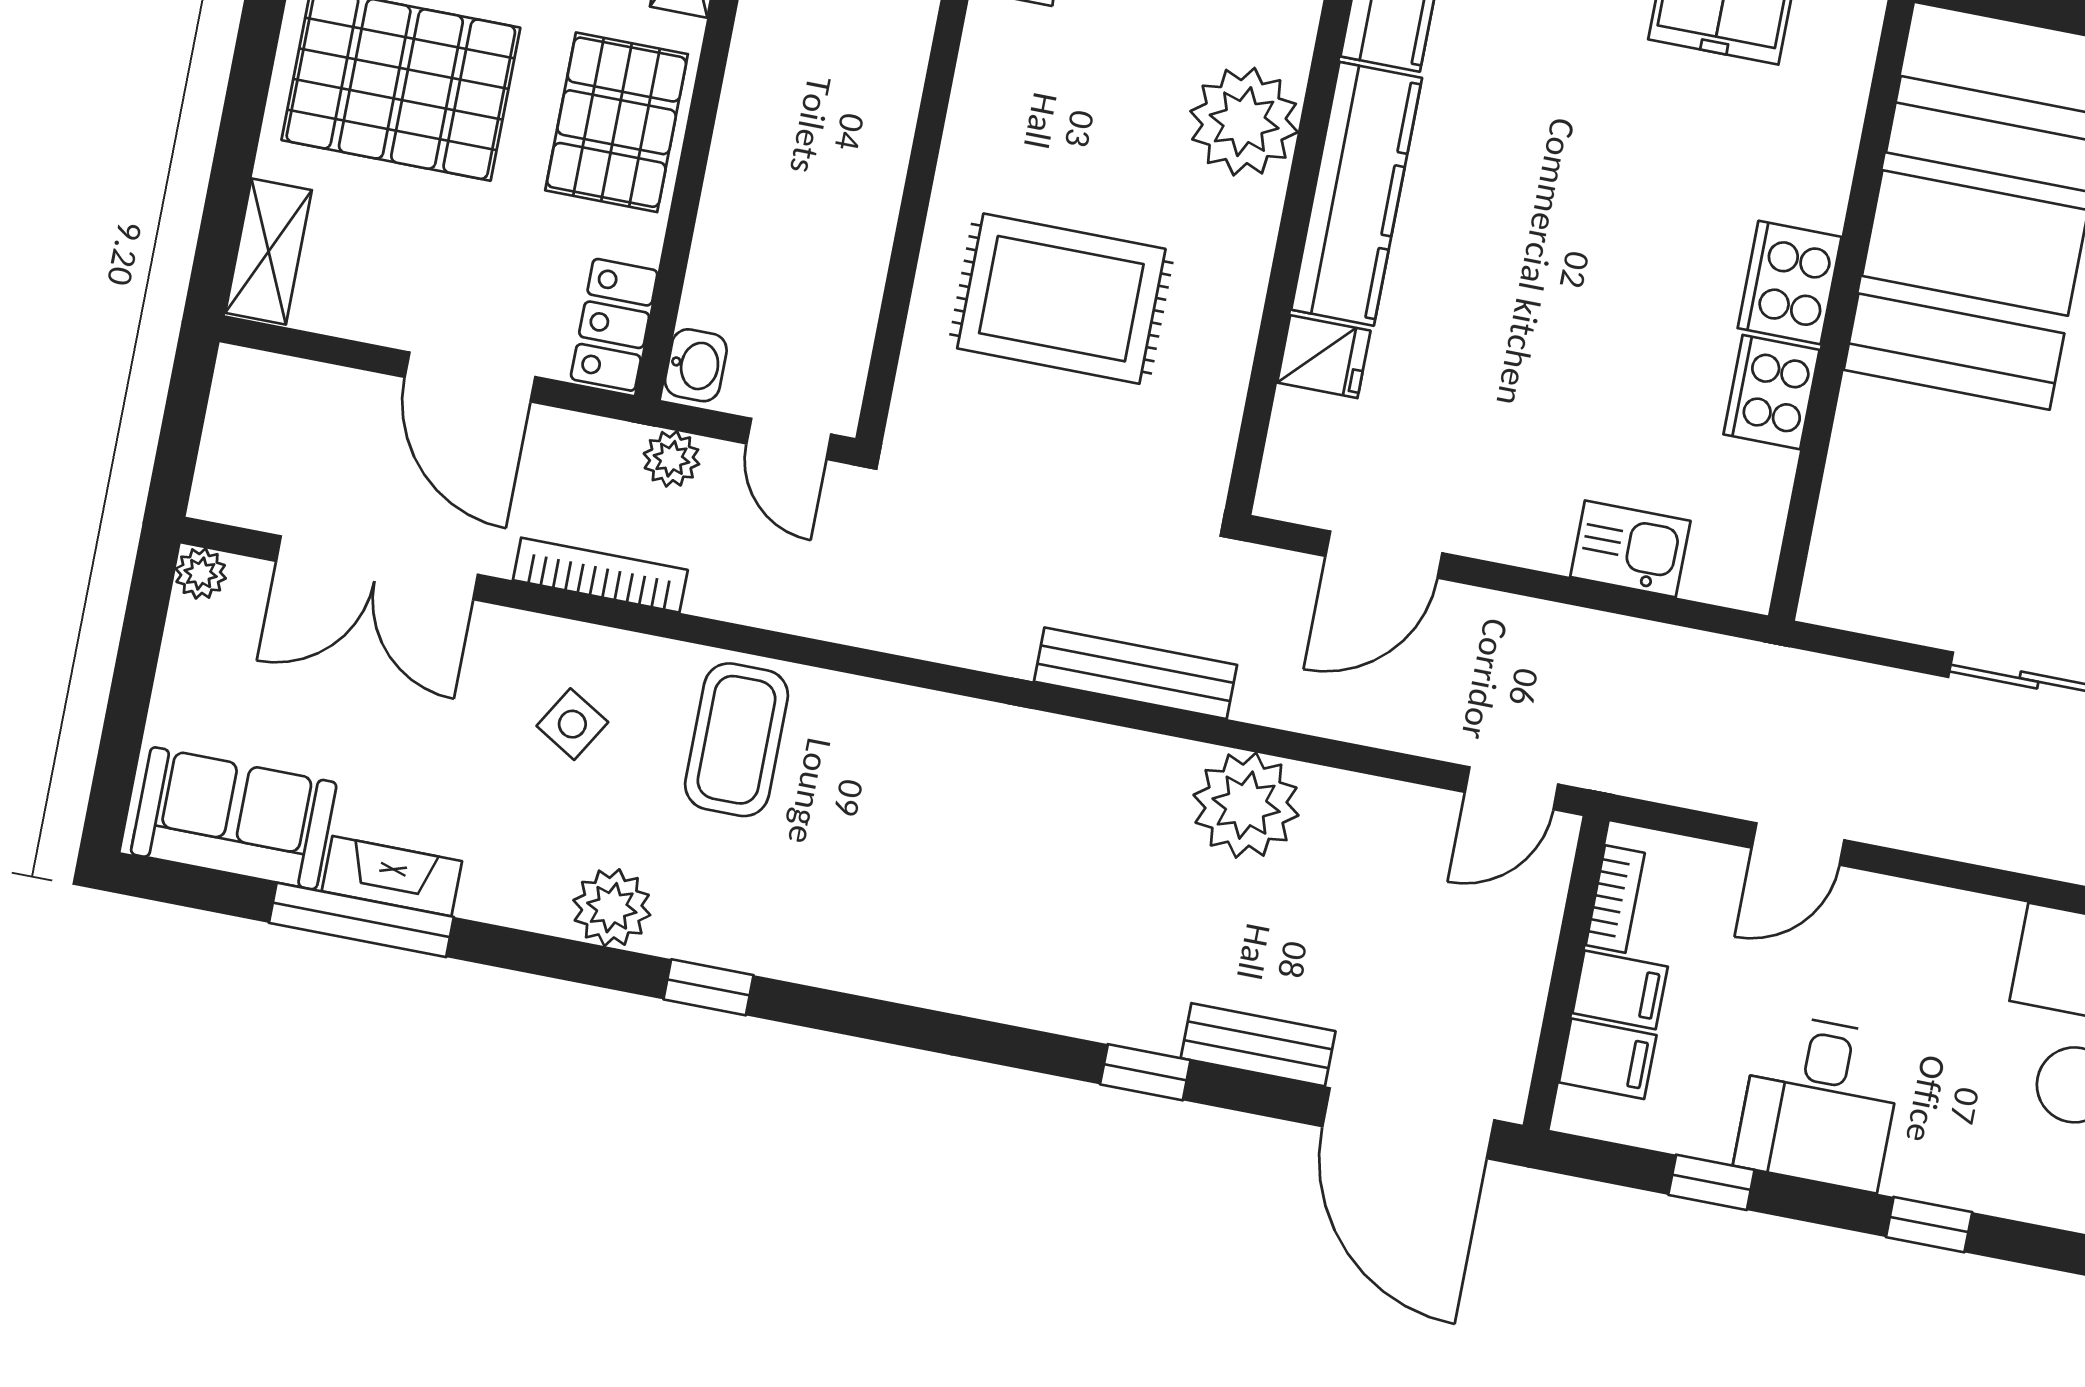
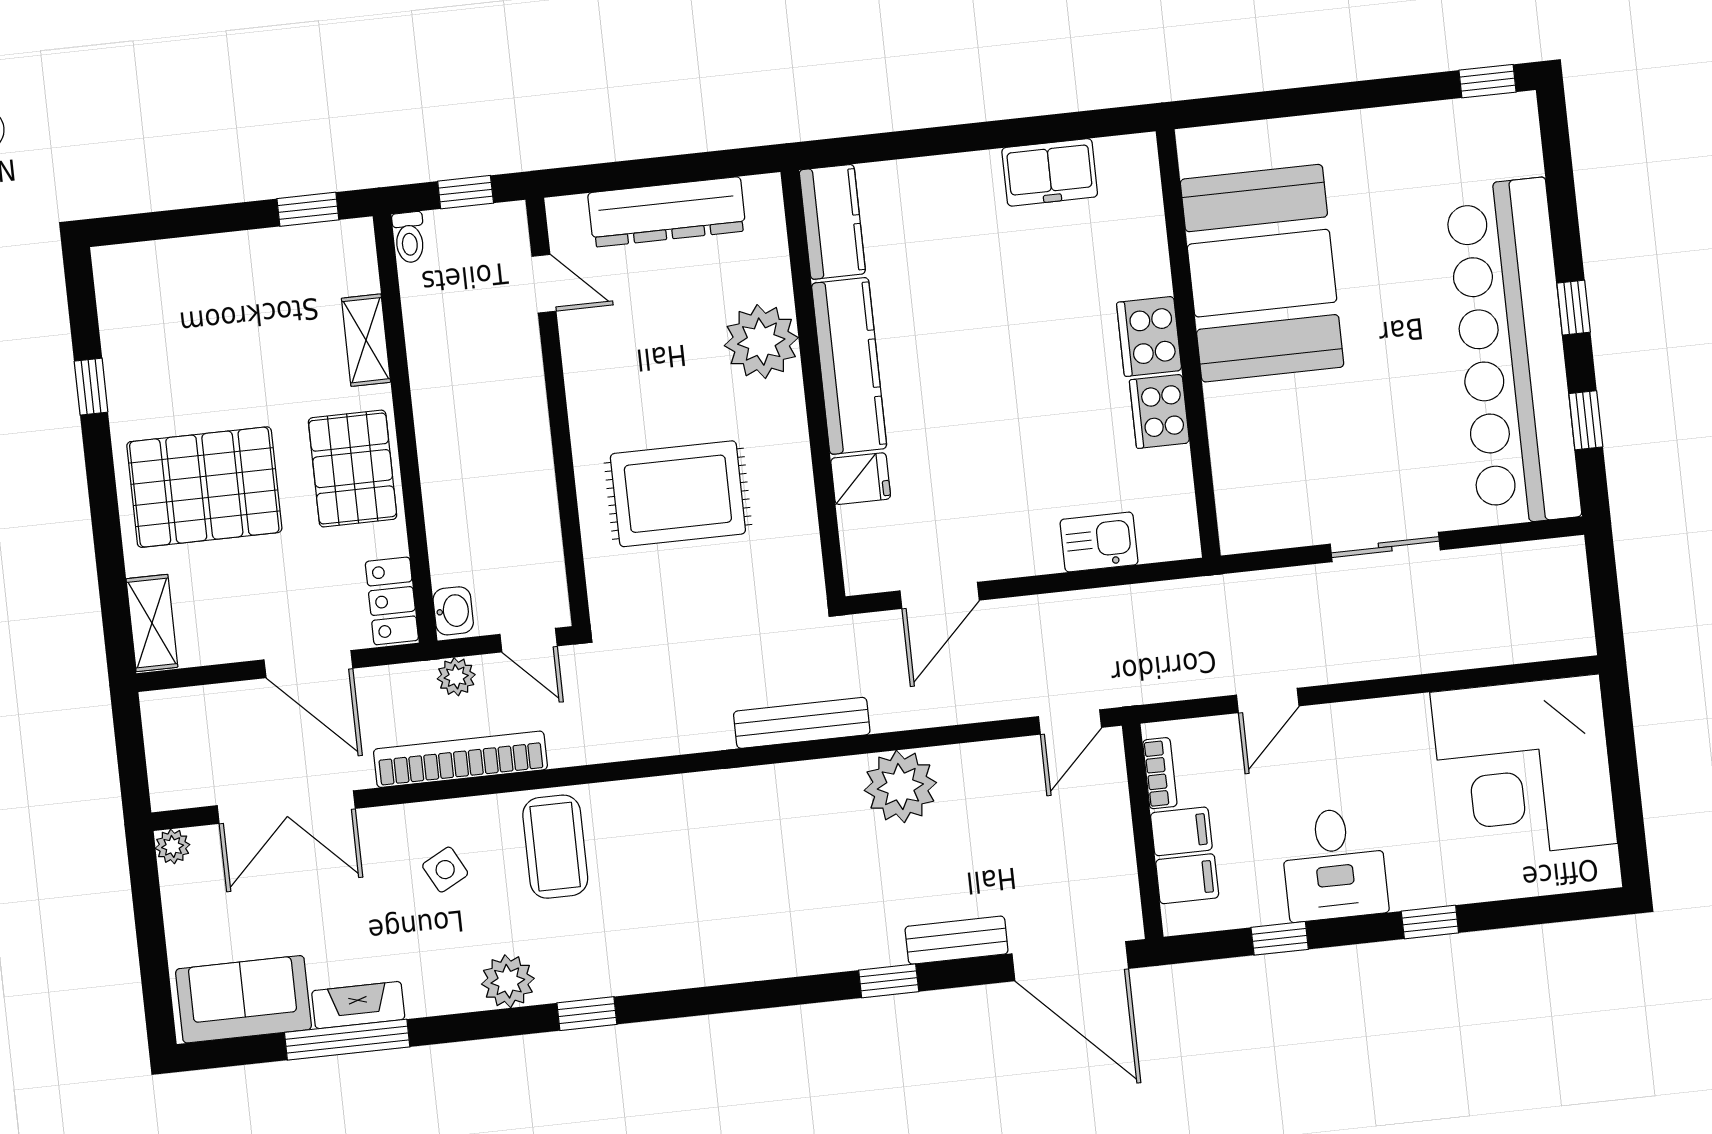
bookcase: (600, 575) -> (460, 759), width x1.48, depth x1.31
side table: (572, 724) -> (445, 870), turned 31

